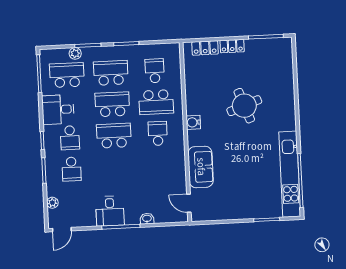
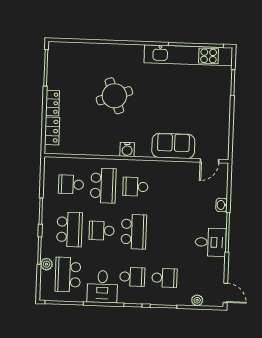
school desk: (111, 73) -> (69, 229), turned 180
school desk: (112, 104) -> (102, 231), width x0.54
school desk: (114, 136) -> (134, 232), turned 180

